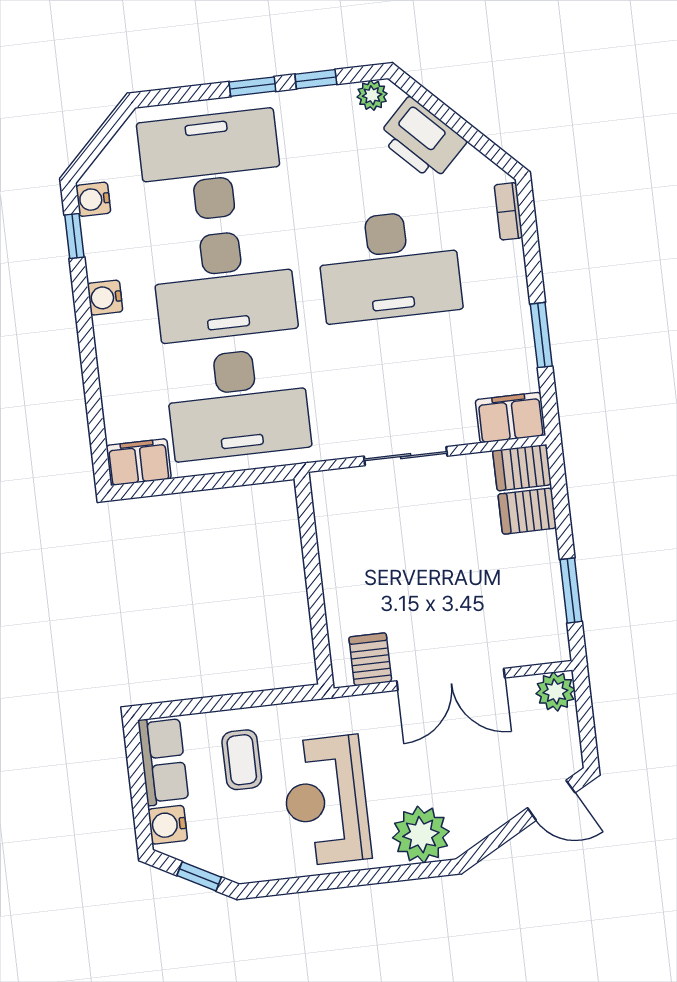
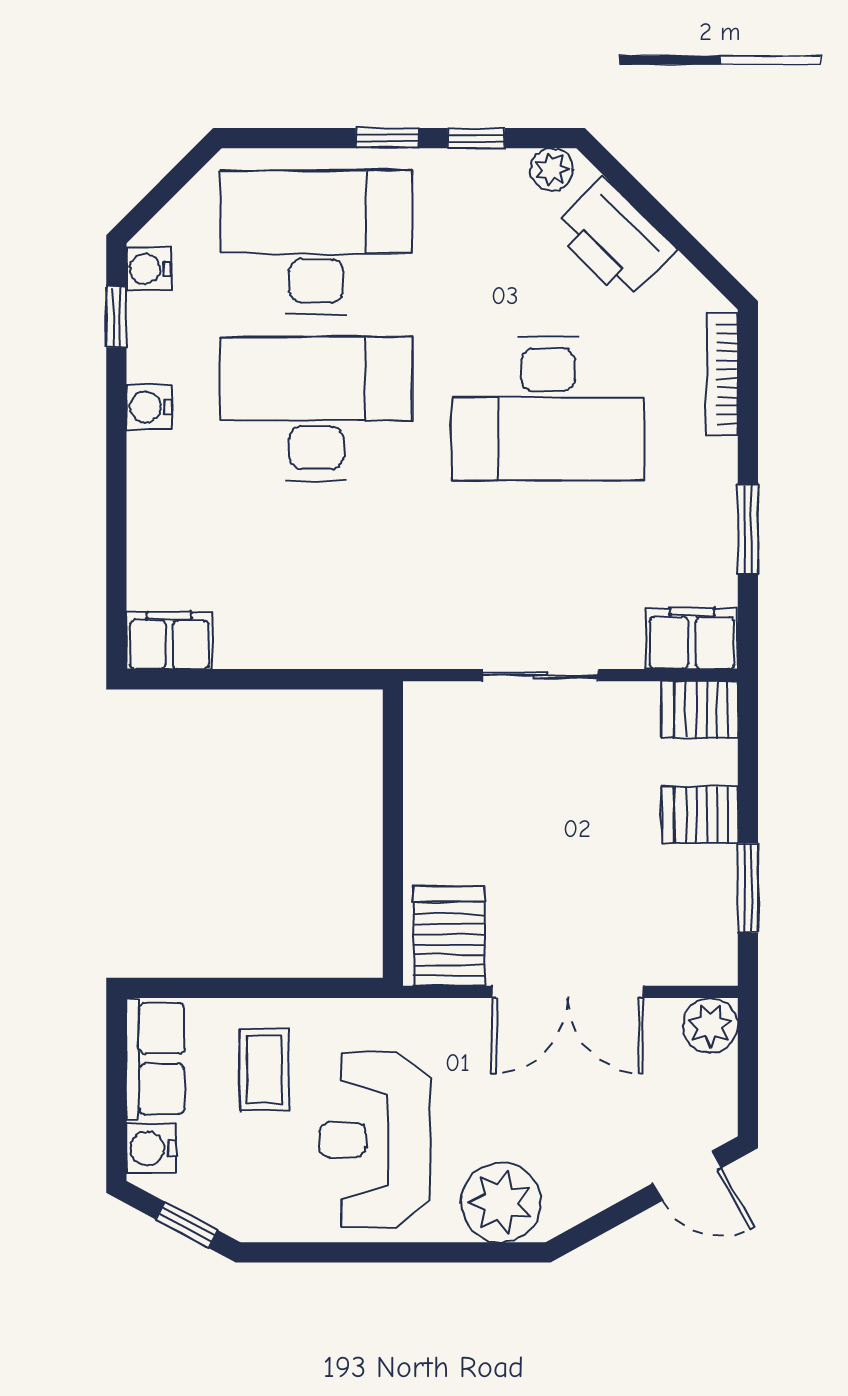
bookcase: (508, 211) -> (722, 374), width x1.56
desk: (224, 285) -> (316, 409), turned 180
desk: (238, 404) -> (316, 575), removed
server rack: (527, 511) -> (700, 815), moved
server rack: (370, 659) -> (449, 936), width x1.36, depth x1.44

